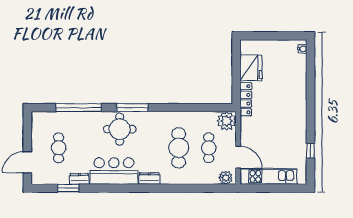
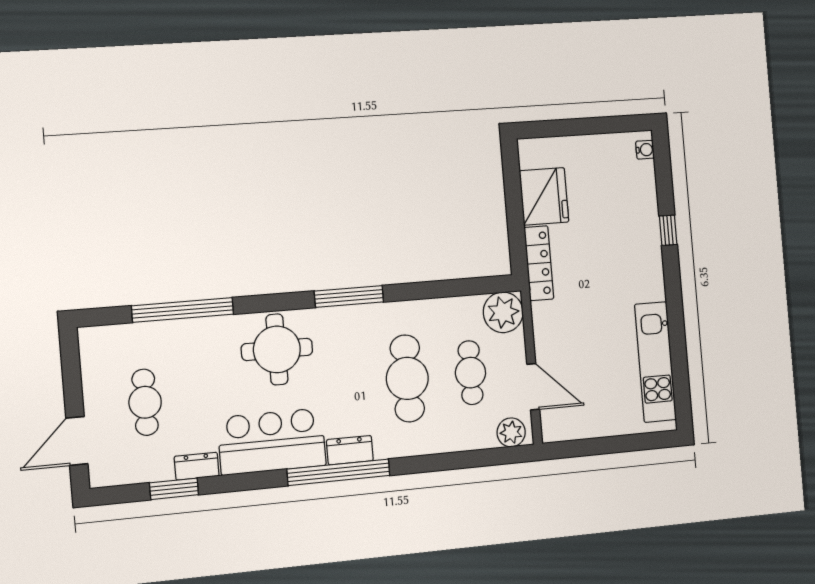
window: (132, 108) -> (349, 296), moved
window: (310, 151) -> (668, 230), moved
kitchen unit: (268, 176) -> (655, 362), moved, turned -90
window: (143, 188) -> (339, 472), added

